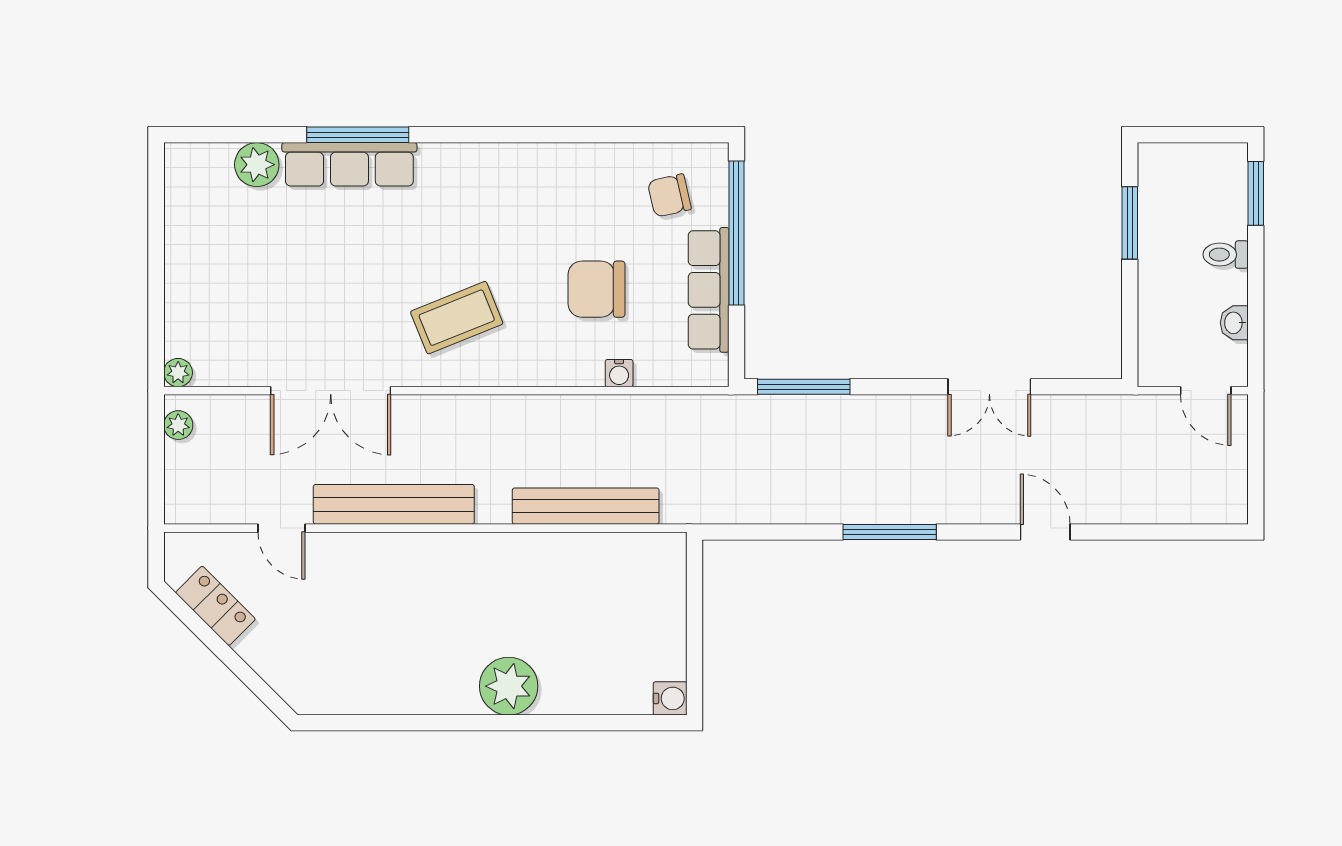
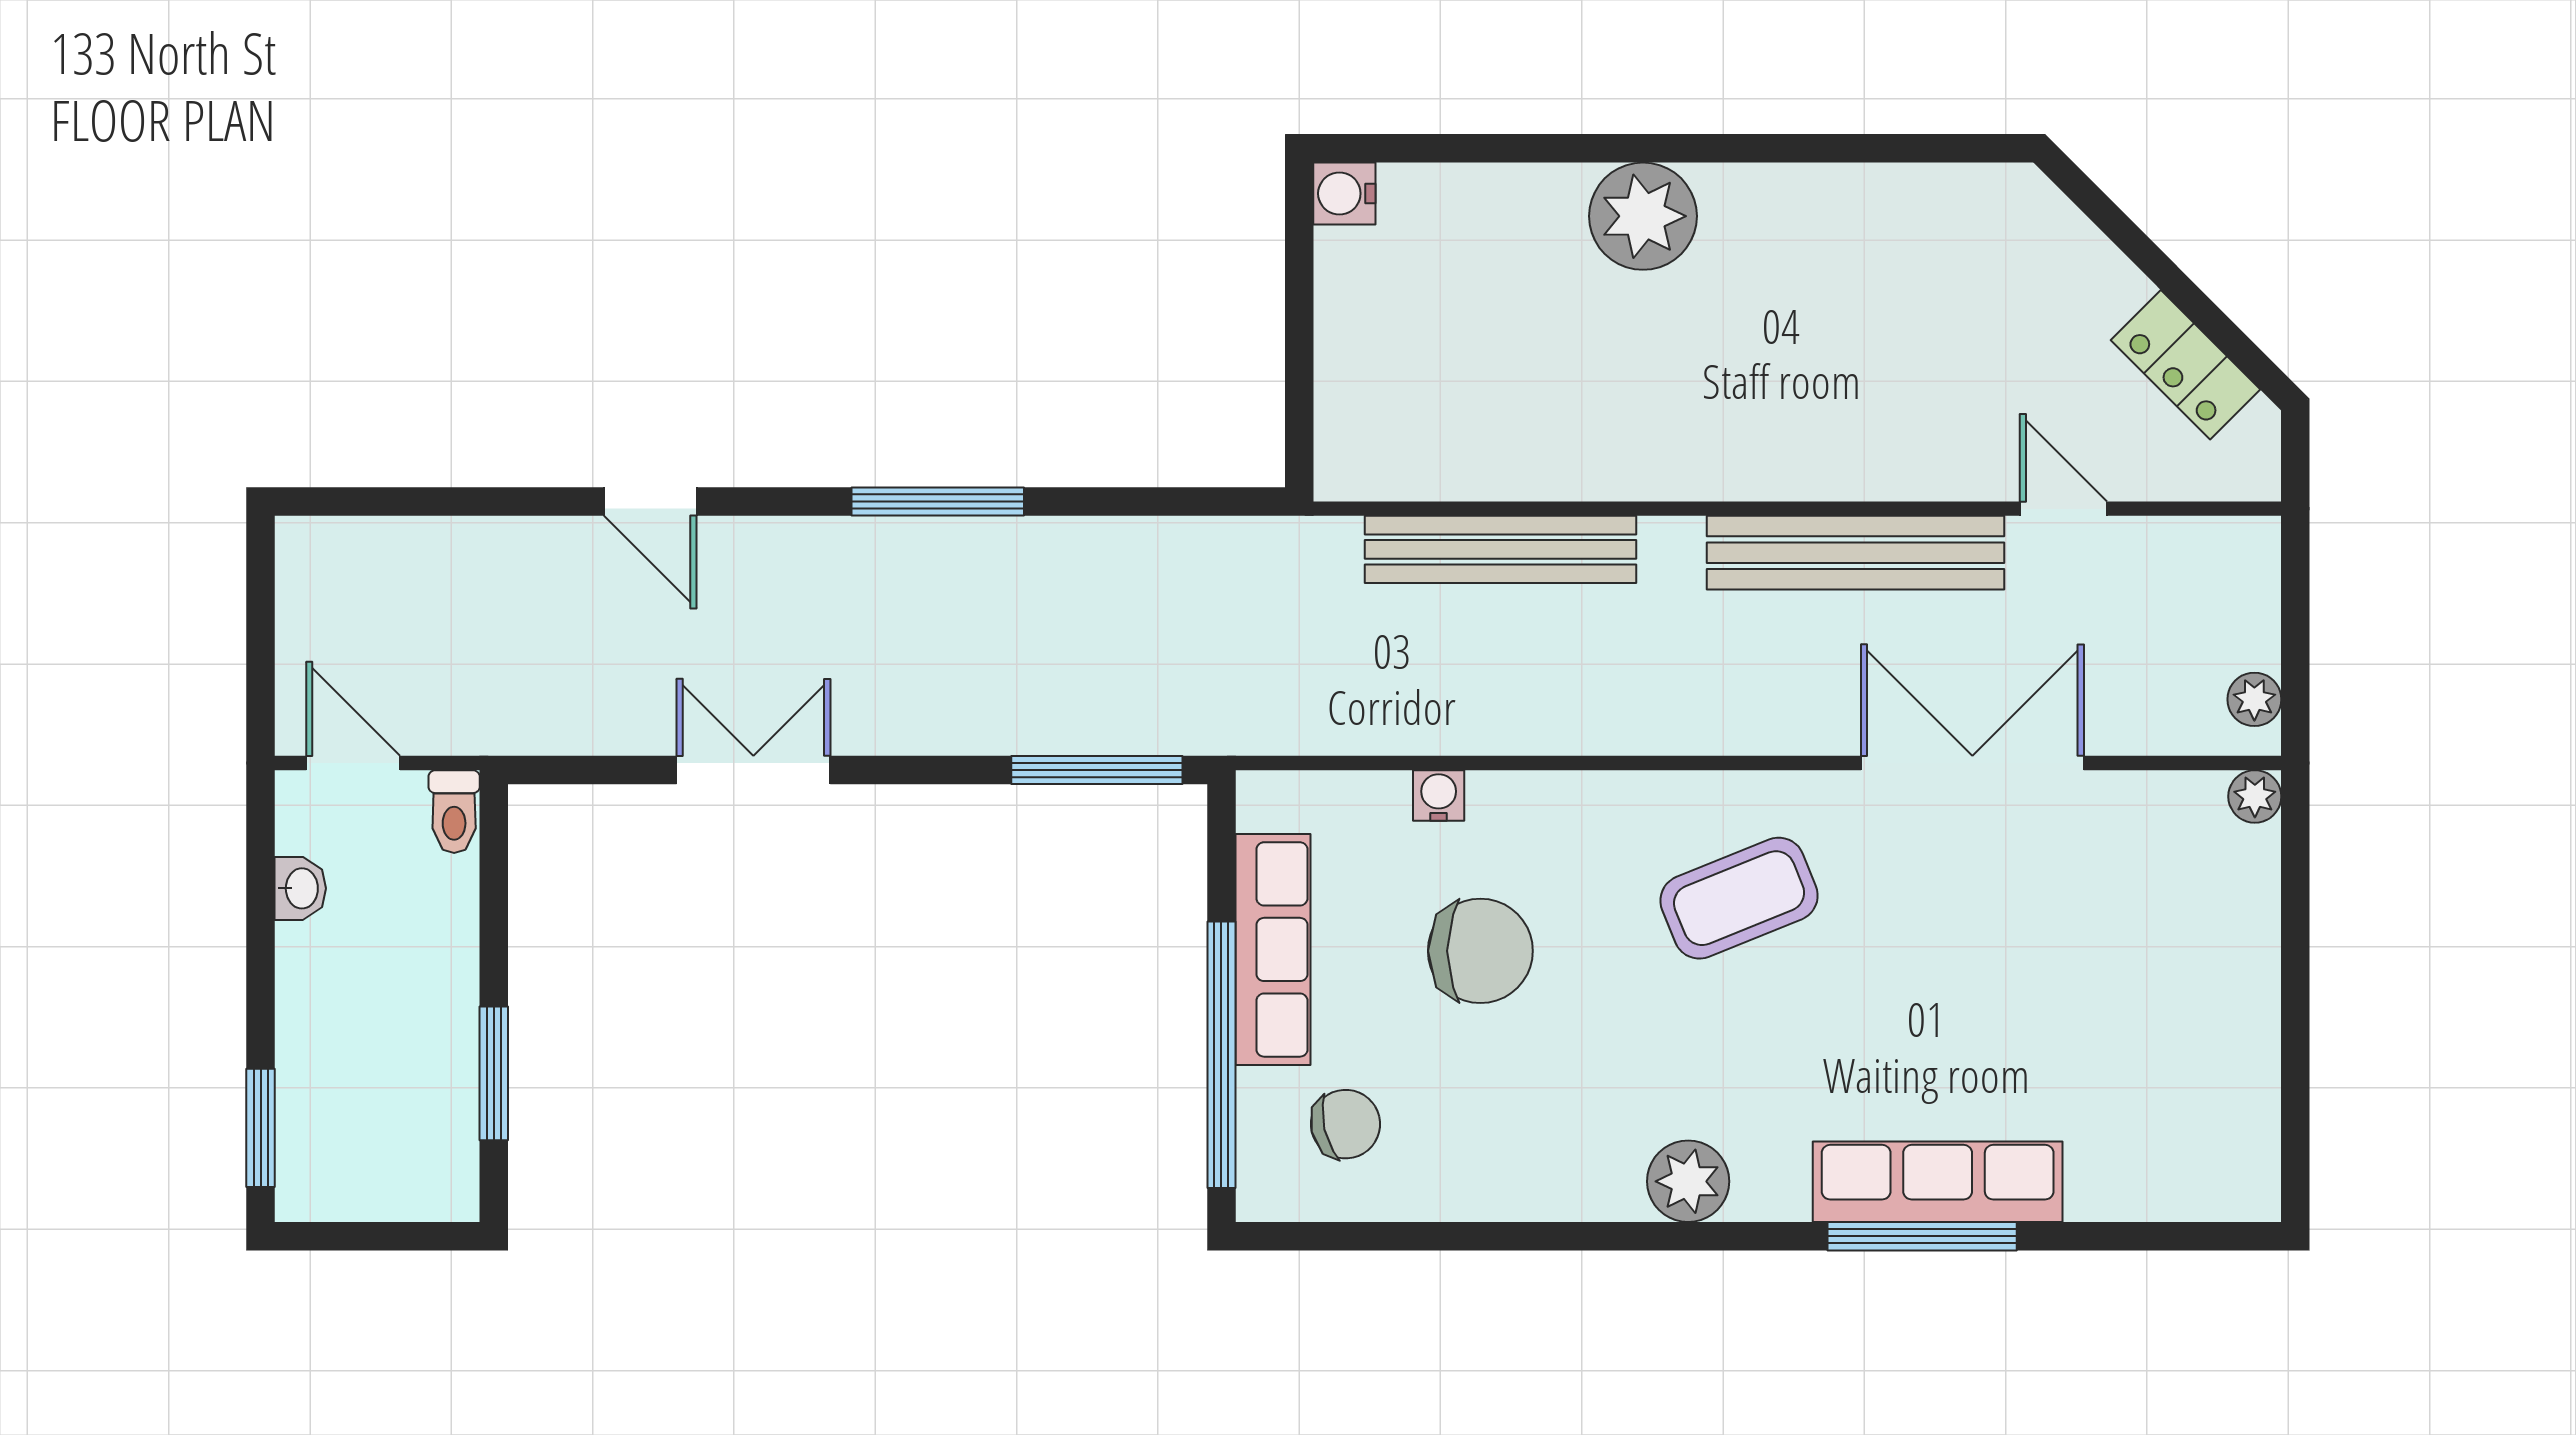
plant: (257, 165) -> (1688, 1181), moved
toilet: (1226, 255) -> (454, 812), moved, turned 90

